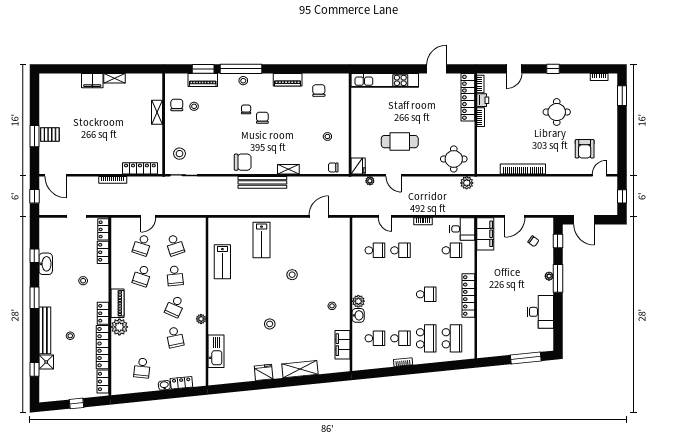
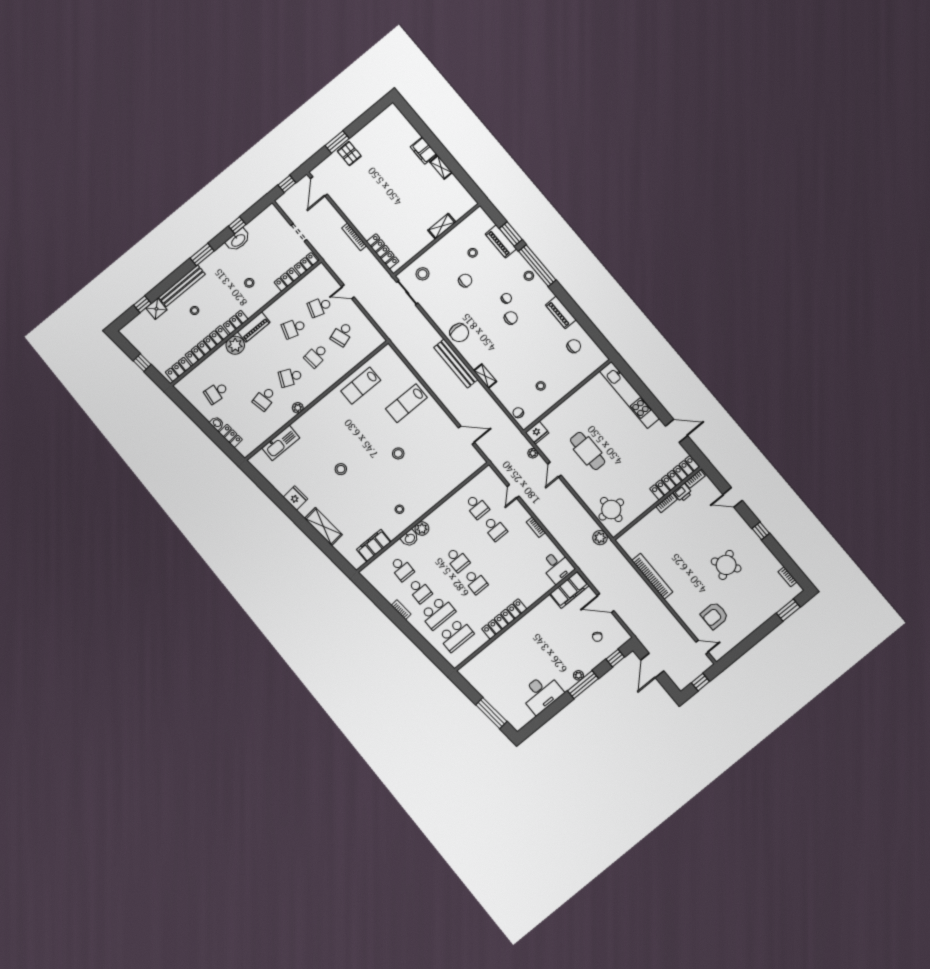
chair: (177, 105) -> (465, 281), moved
round table: (557, 112) -> (726, 565), turned -33
school desk: (452, 250) -> (457, 560), moved

